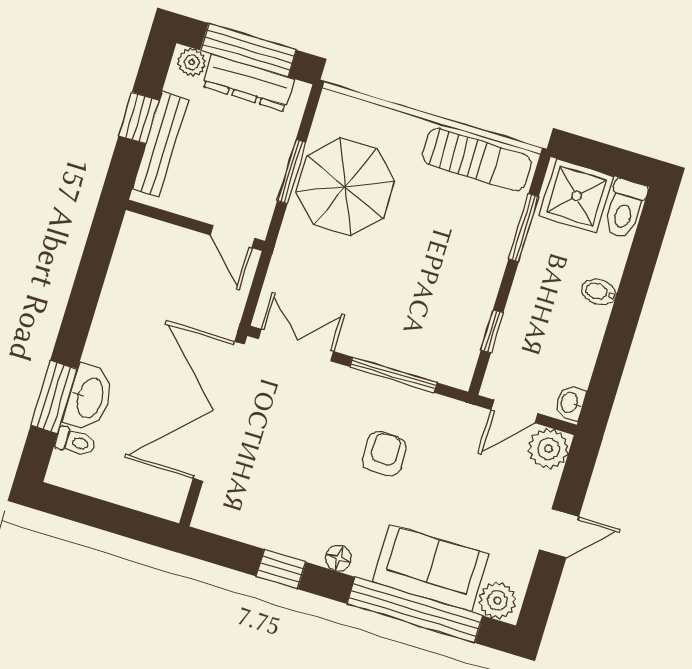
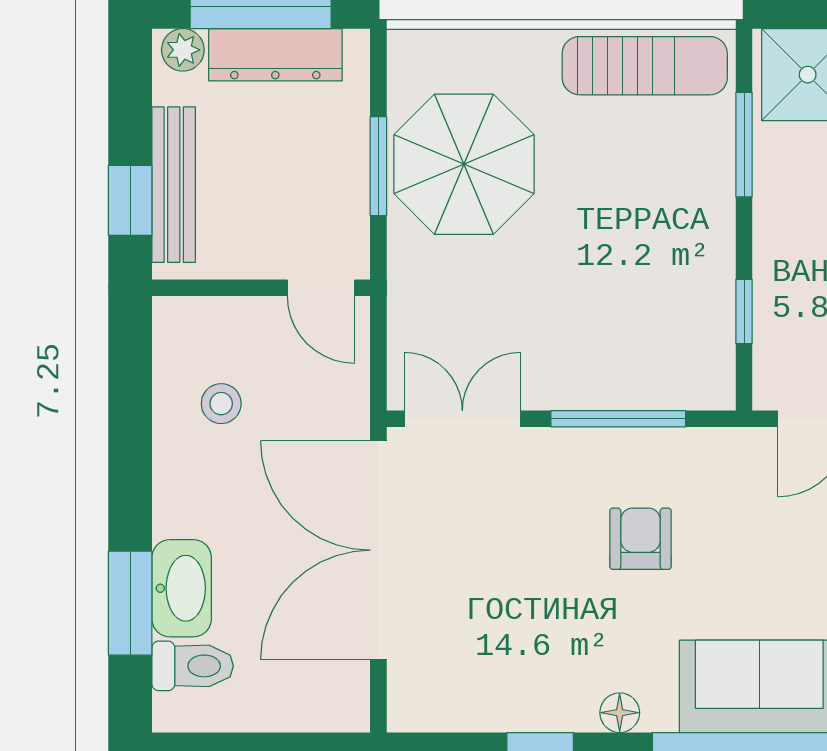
window: (139, 118) -> (130, 200), moved
stool: (149, 290) -> (221, 404), added
toilet: (75, 442) -> (193, 666), width x1.37, depth x1.39

